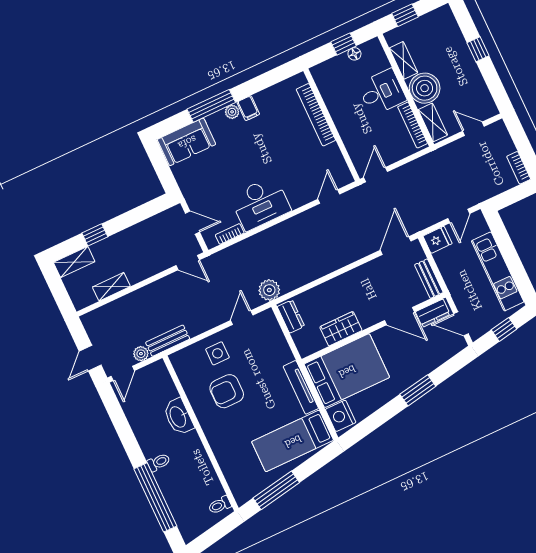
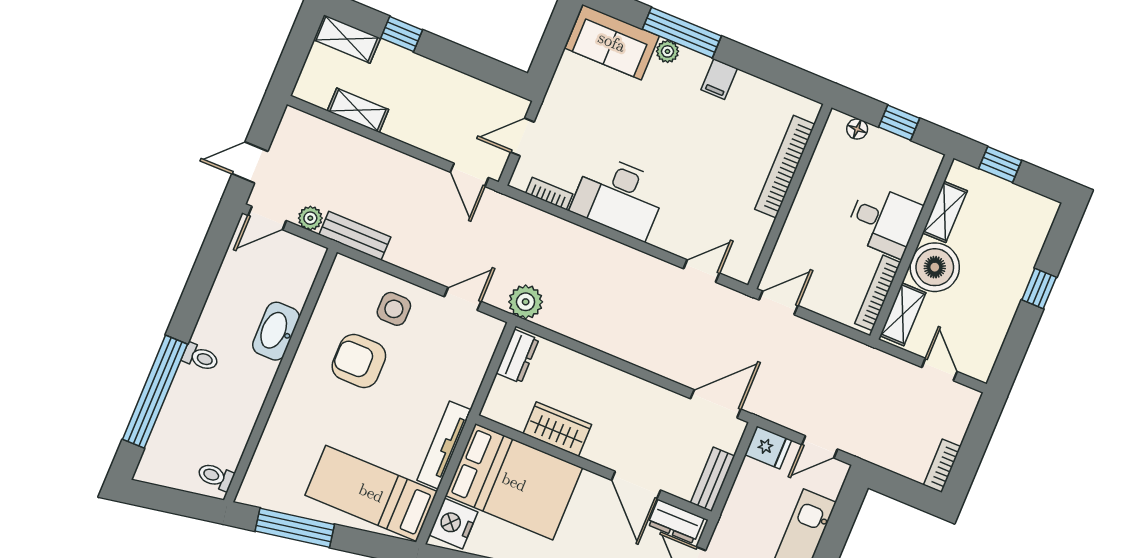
floor lamp: (354, 54) -> (857, 129), moved
plant: (232, 112) -> (668, 51), moved
door: (192, 223) -> (522, 137), swing flipped

